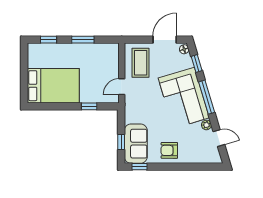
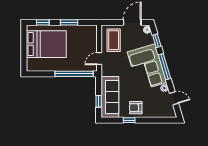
bed: (53, 86) -> (46, 44), moved
window: (89, 106) -> (74, 74), width x3.17
sofa: (136, 144) -> (110, 97), width x1.36
window: (139, 167) -> (129, 120), moved

